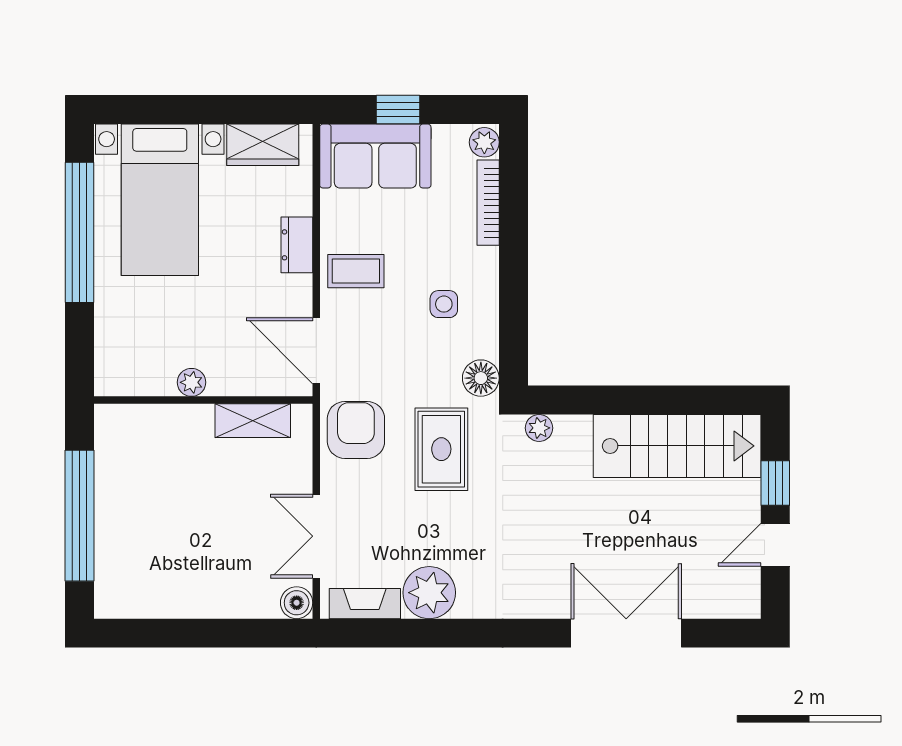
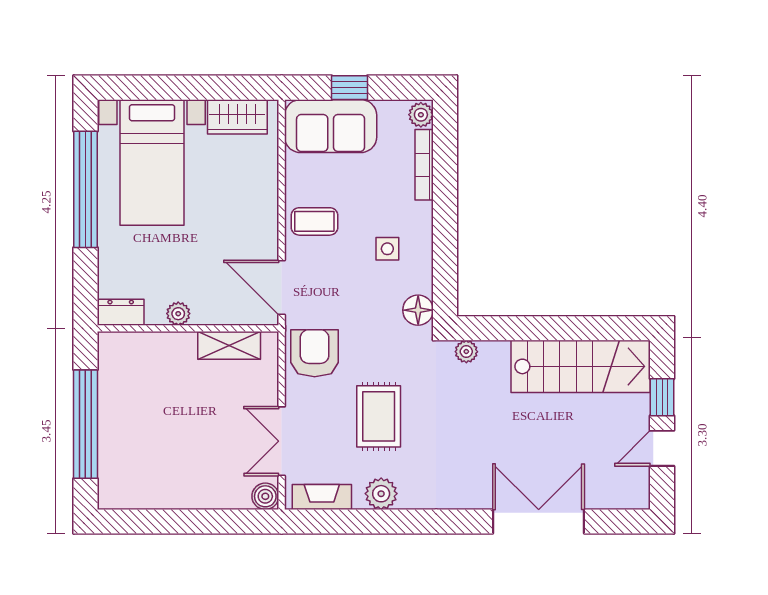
dresser: (297, 245) -> (121, 312), moved, turned 90
rug: (441, 449) -> (379, 416), moved
plant: (429, 593) -> (381, 494), width x0.73, depth x0.73

